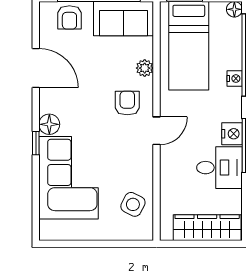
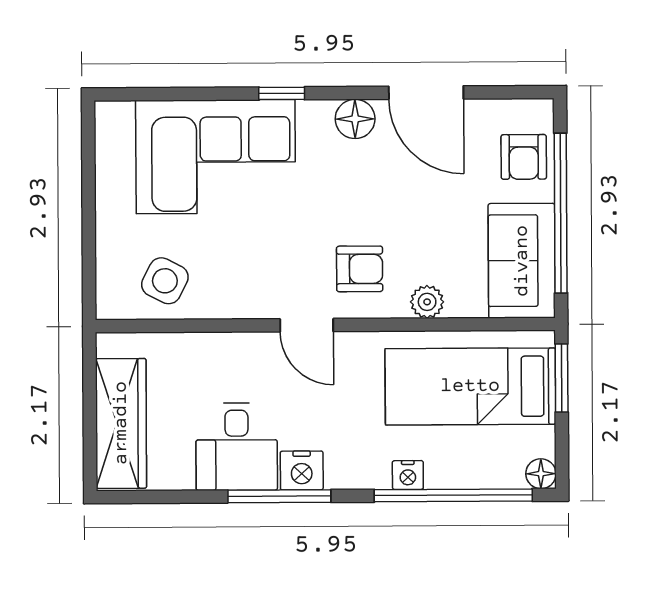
armchair: (69, 17) -> (524, 157), turned -90
door: (36, 68) -> (426, 93), hinge flipped
floor lamp: (49, 124) -> (355, 119), moved

